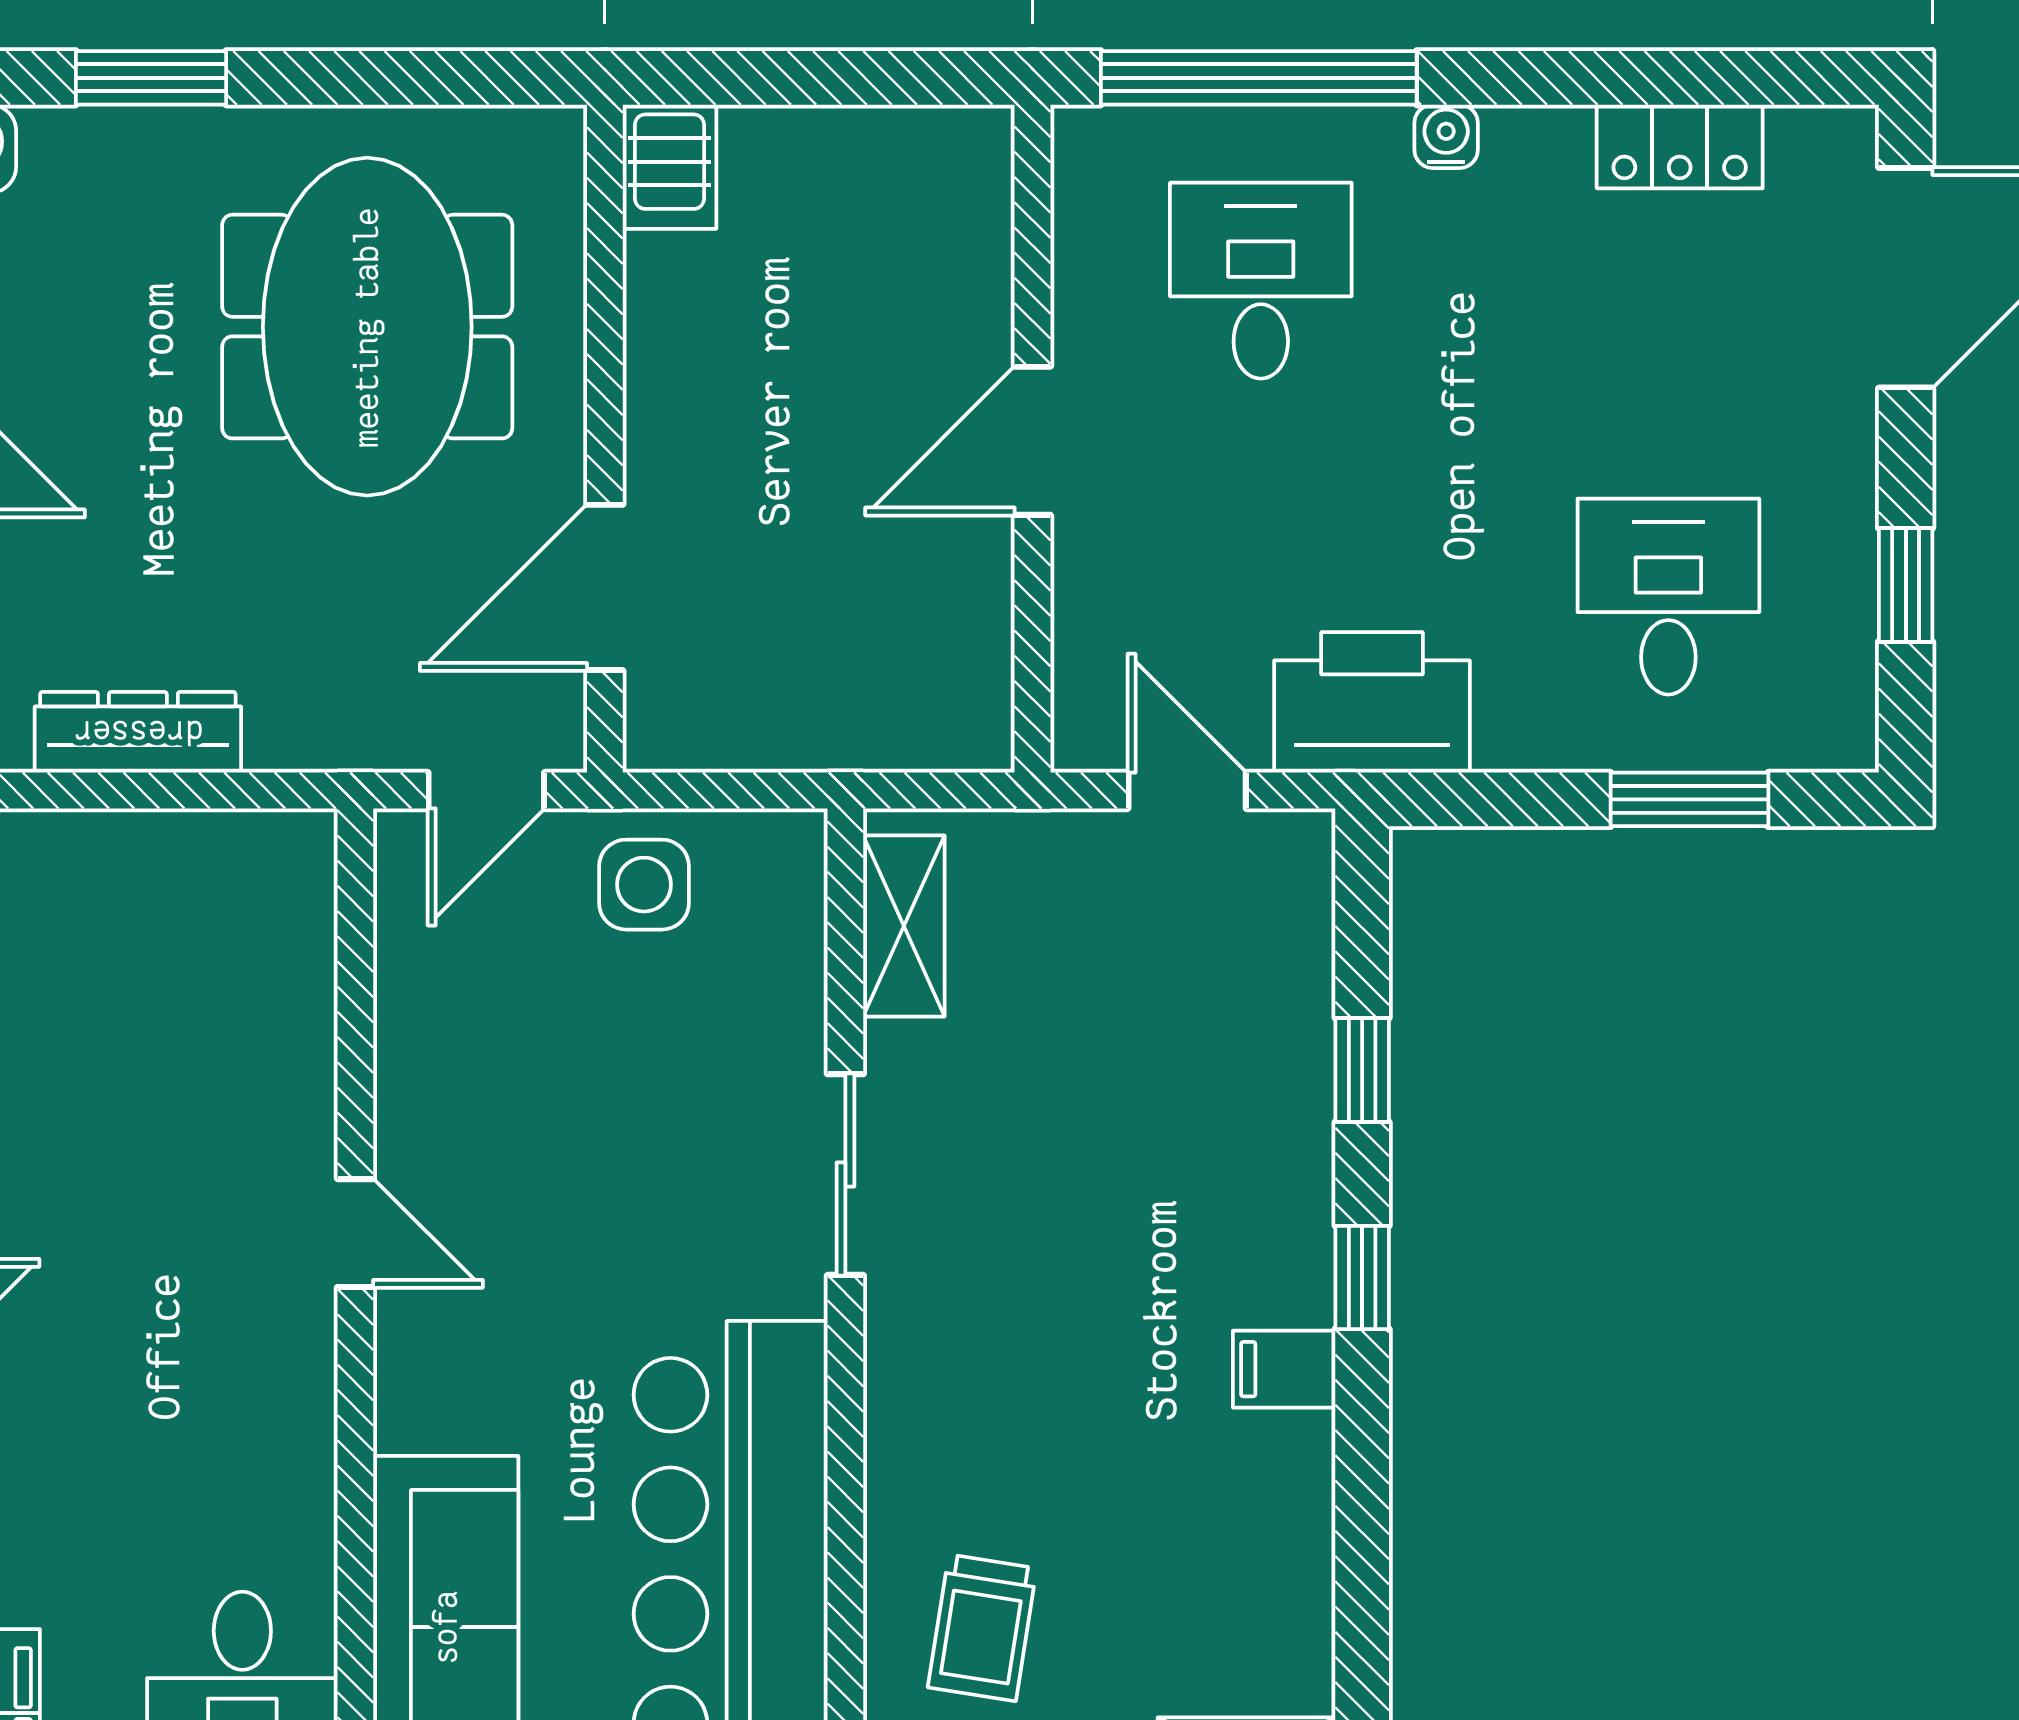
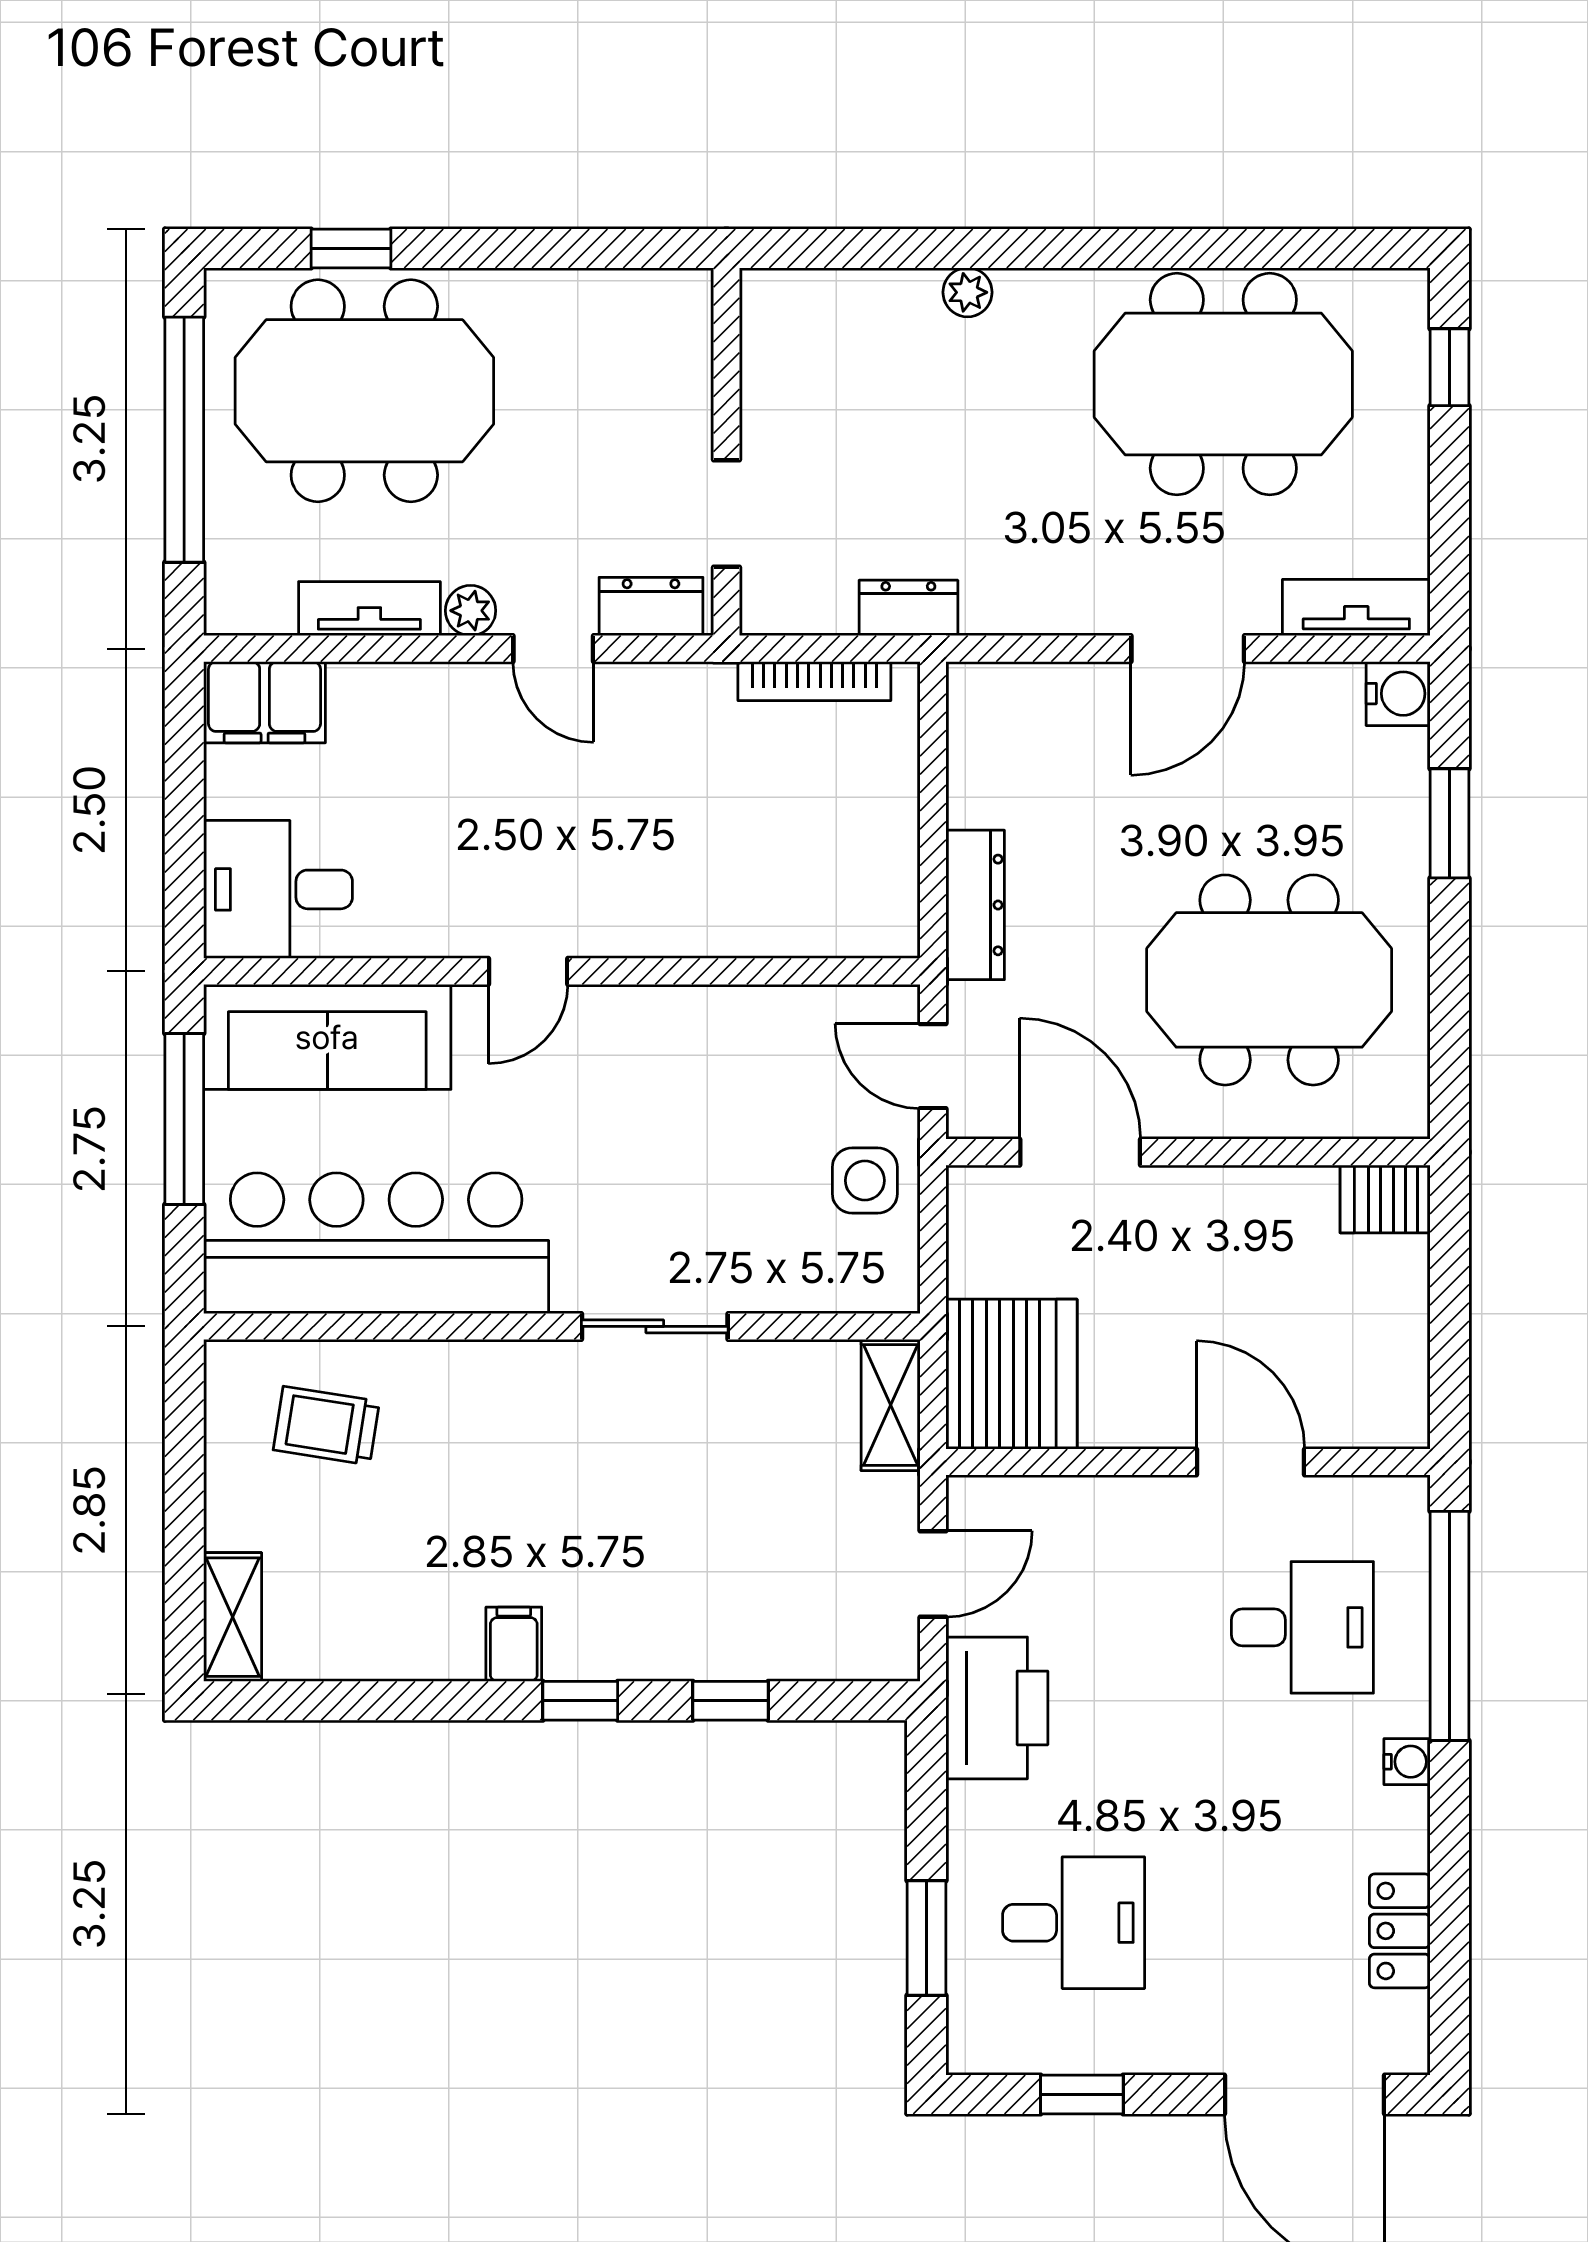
door: (1033, 441) -> (1250, 1462), moved
server rack: (911, 682) -> (1011, 1374), added
dresser: (138, 732) -> (975, 905), moved
shelving: (904, 926) -> (891, 1405), moved, turned 90
door: (355, 1233) -> (528, 971), moved

